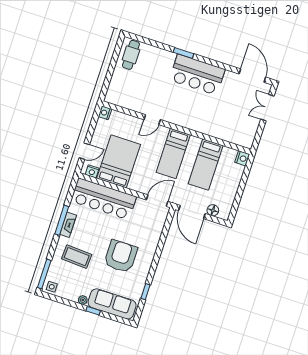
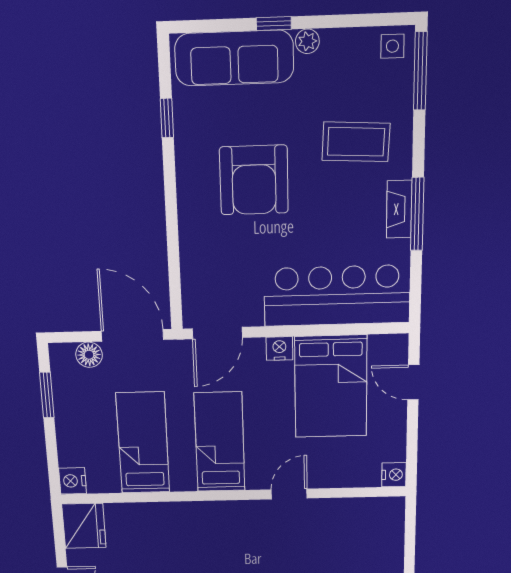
fridge: (246, 136) -> (84, 526), added
door: (84, 151) -> (413, 382), hinge flipped
nightstand: (92, 171) -> (279, 349), moved
window: (237, 200) -> (47, 395), added

